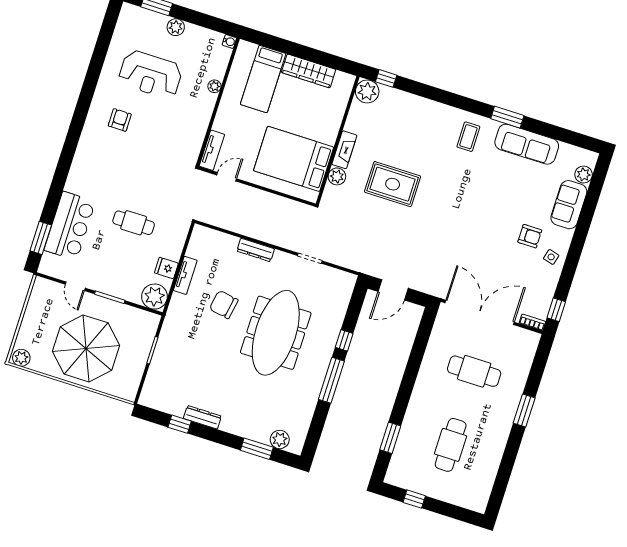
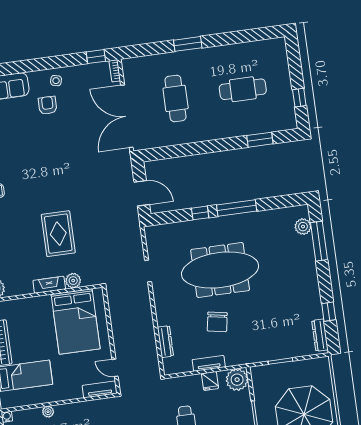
dresser: (256, 250) -> (165, 342), moved
dresser: (202, 417) -> (320, 335), moved
window: (257, 449) -> (319, 241), width x1.44

